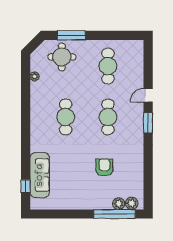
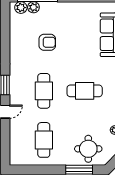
cafe table: (66, 117) -> (85, 91), turned 90
armchair: (104, 167) -> (47, 42), turned -90

